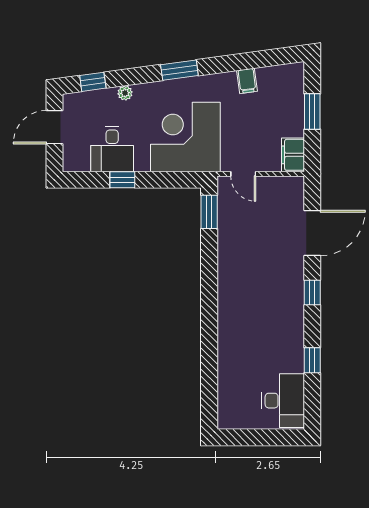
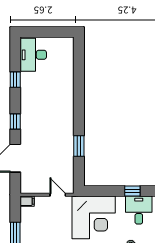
filing cabinet: (293, 155) -> (27, 201), width x0.50
window: (209, 212) -> (79, 146), moved

